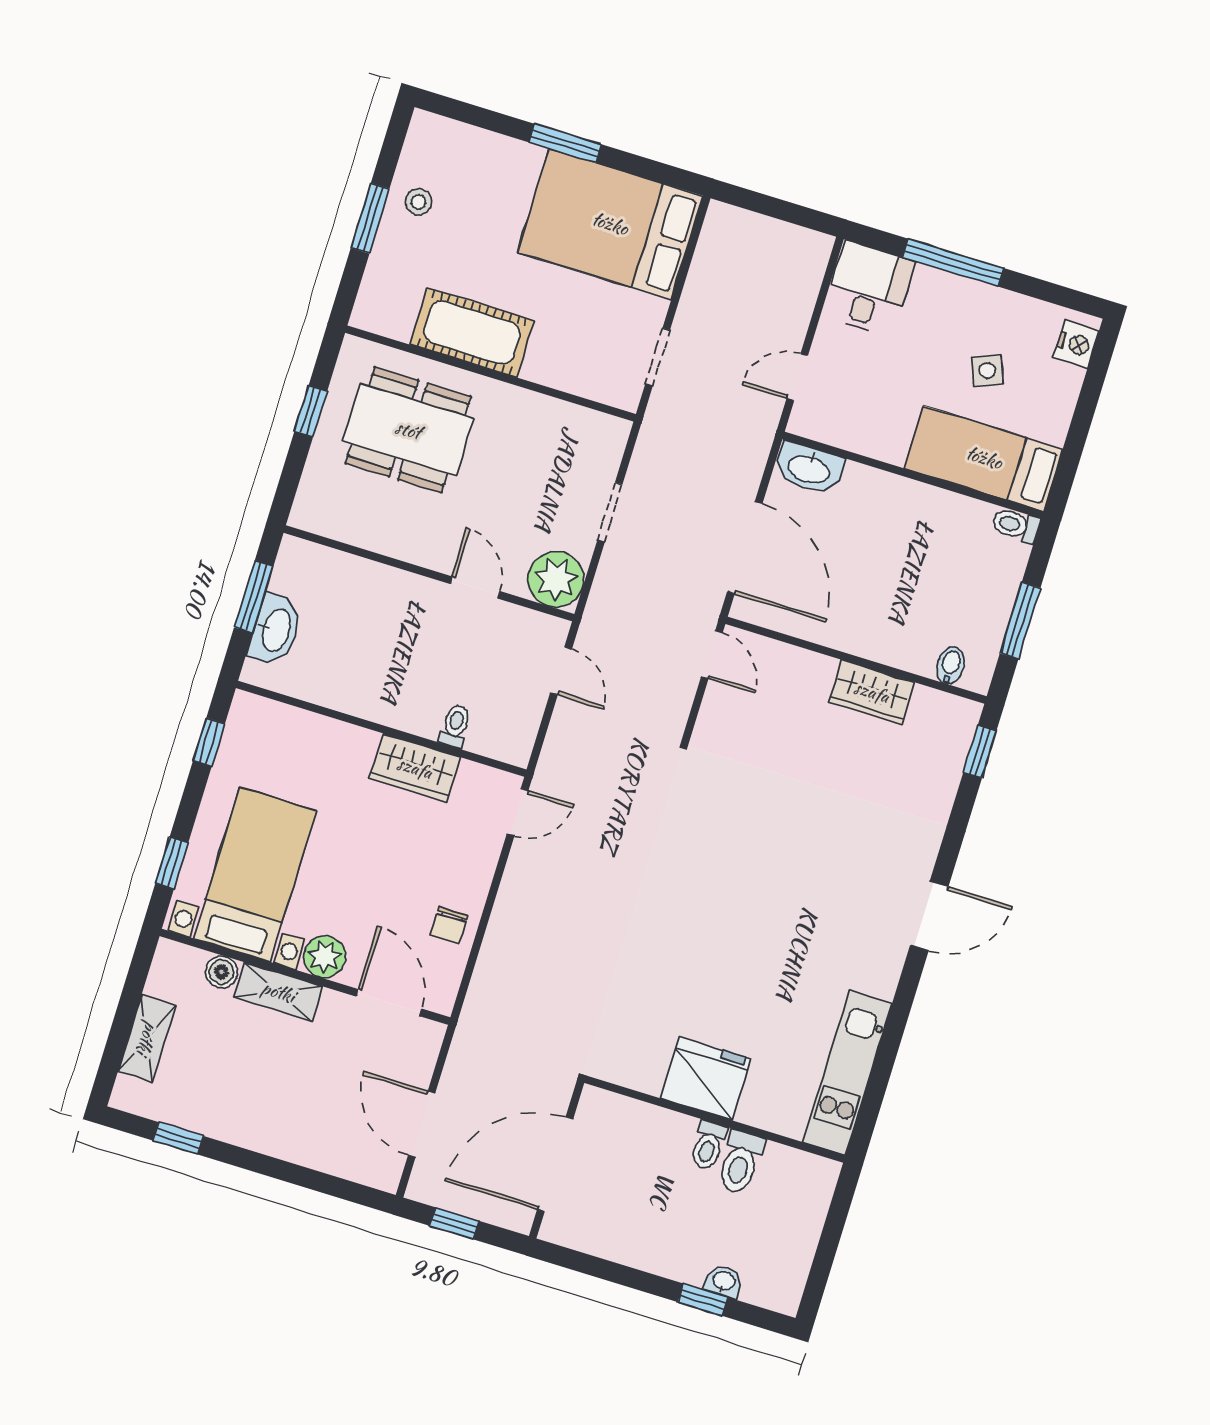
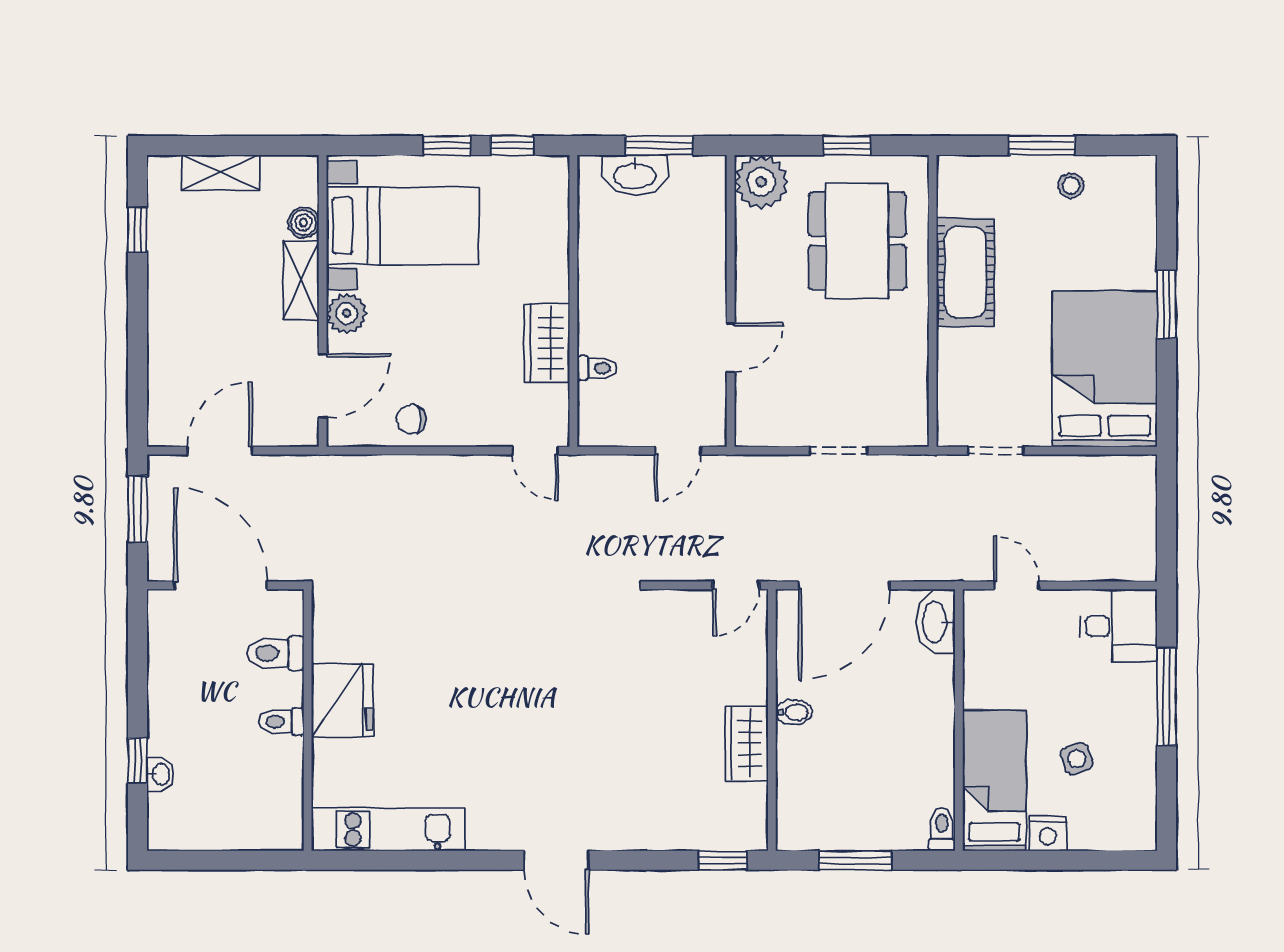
nightstand: (1076, 344) -> (1048, 834), moved
plant: (556, 579) -> (761, 182), moved
bidet: (951, 665) -> (794, 712), moved
window: (172, 863) -> (447, 146), moved
toilet: (740, 1162) -> (275, 653), moved
window: (455, 1223) -> (137, 509), width x1.50

